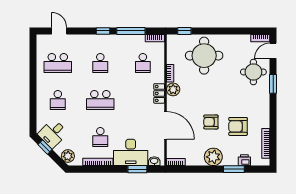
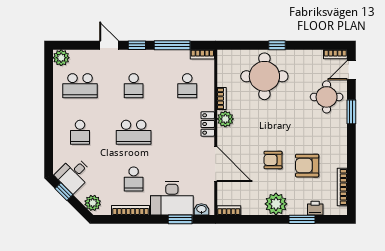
door: (59, 31) -> (109, 45), moved
window: (184, 31) -> (277, 45), moved
plant: (43, 41) -> (61, 58), added

